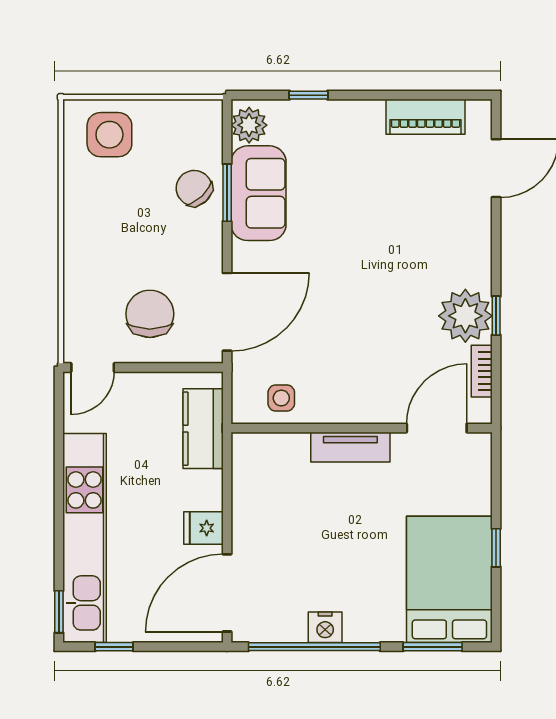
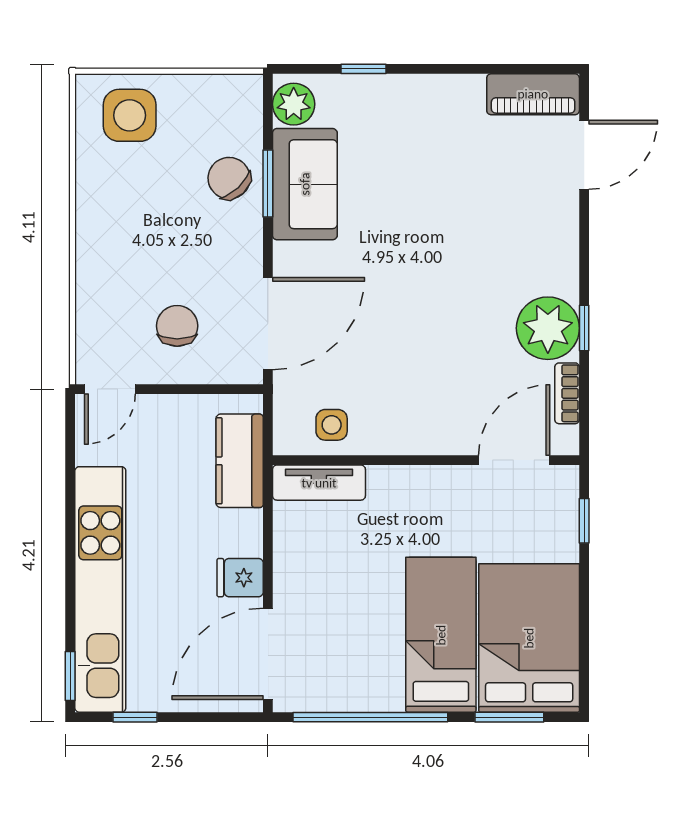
piano: (426, 117) -> (533, 94), moved
chair: (150, 314) -> (177, 326), width x0.73, depth x0.73
tv unit: (350, 447) -> (319, 483), moved
window: (496, 548) -> (584, 521), moved
bed: (374, 577) -> (441, 635), added
nightstand: (325, 627) -> (383, 694), removed

